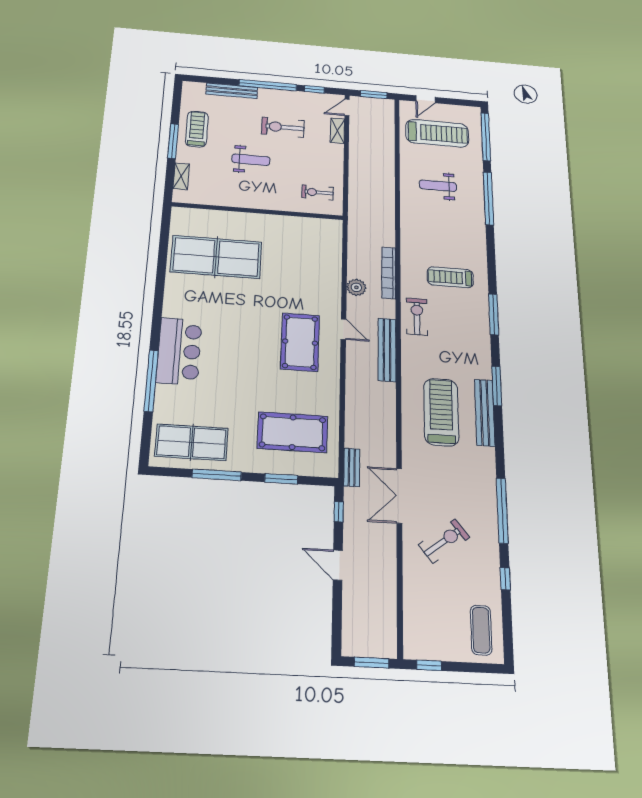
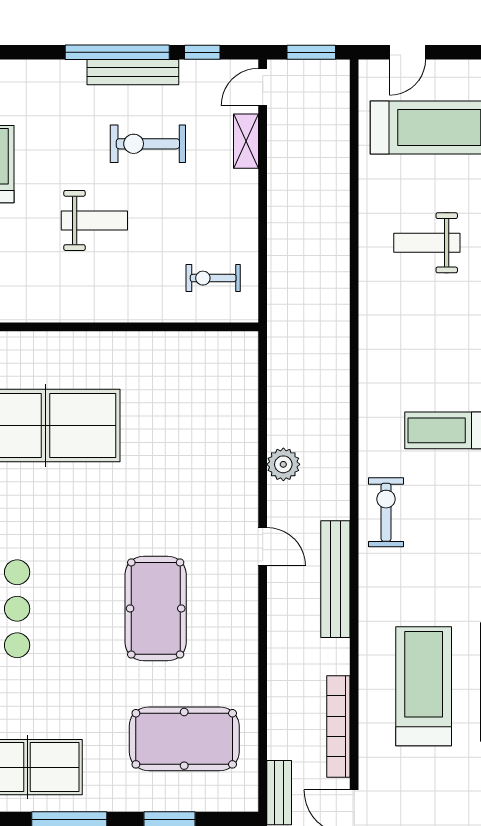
bench: (232, 91) -> (133, 72), moved
bookcase: (389, 273) -> (338, 726), moved
pool table: (300, 342) -> (156, 608), moved

